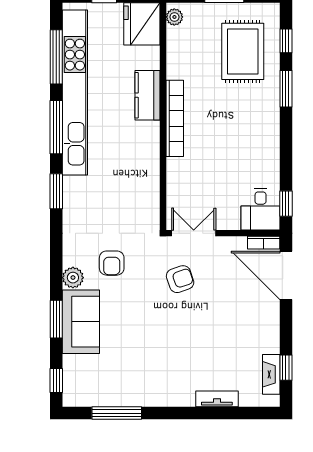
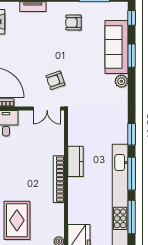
kitchen counter: (148, 95) -> (75, 161), moved
armchair: (112, 263) -> (74, 23), moved, turned -90
sofa: (81, 322) -> (117, 47), width x1.36

